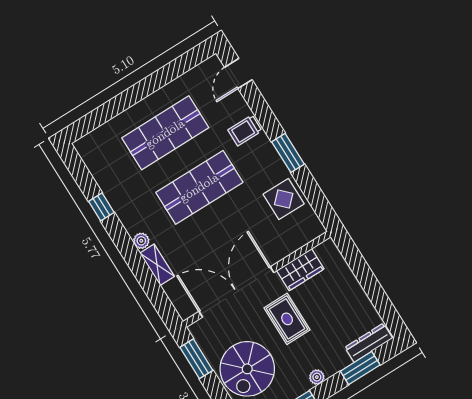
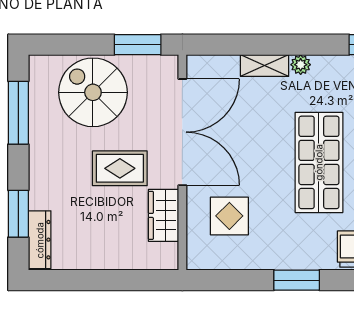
display table: (284, 199) -> (229, 216), moved
plant: (317, 377) -> (38, 161), removed

